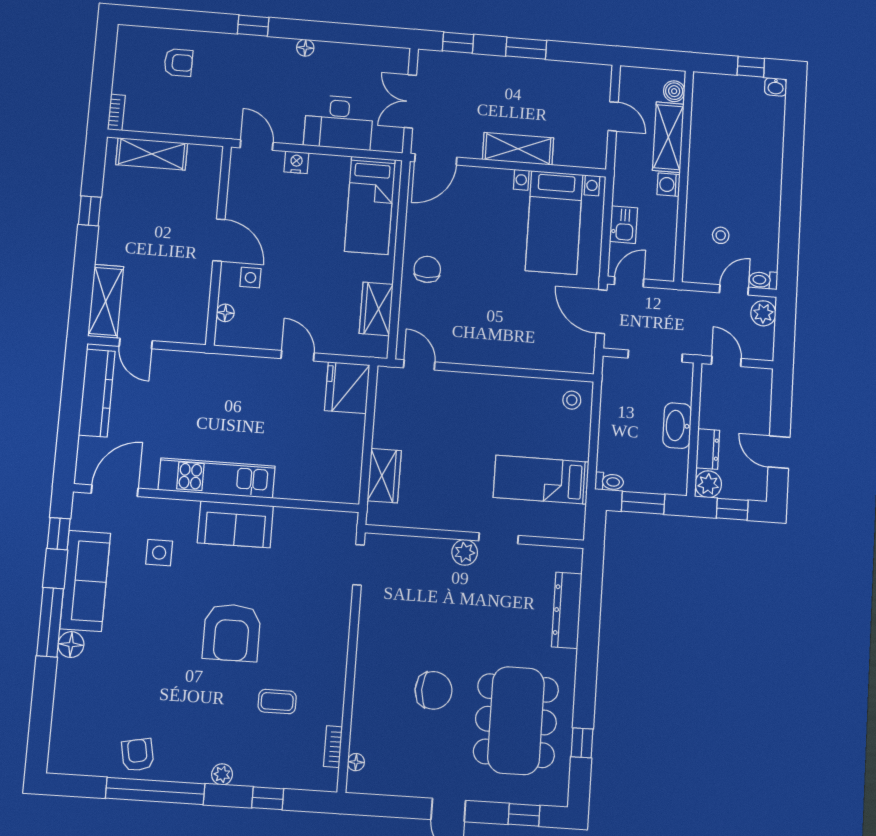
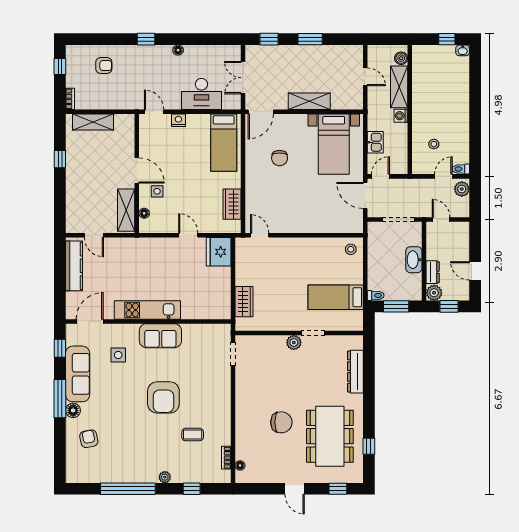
window: (104, 58) -> (60, 67), added
chair: (427, 269) -> (280, 158), moved, turned 180
shelving: (106, 301) -> (126, 210), moved
armchair: (138, 755) -> (89, 439), moved

